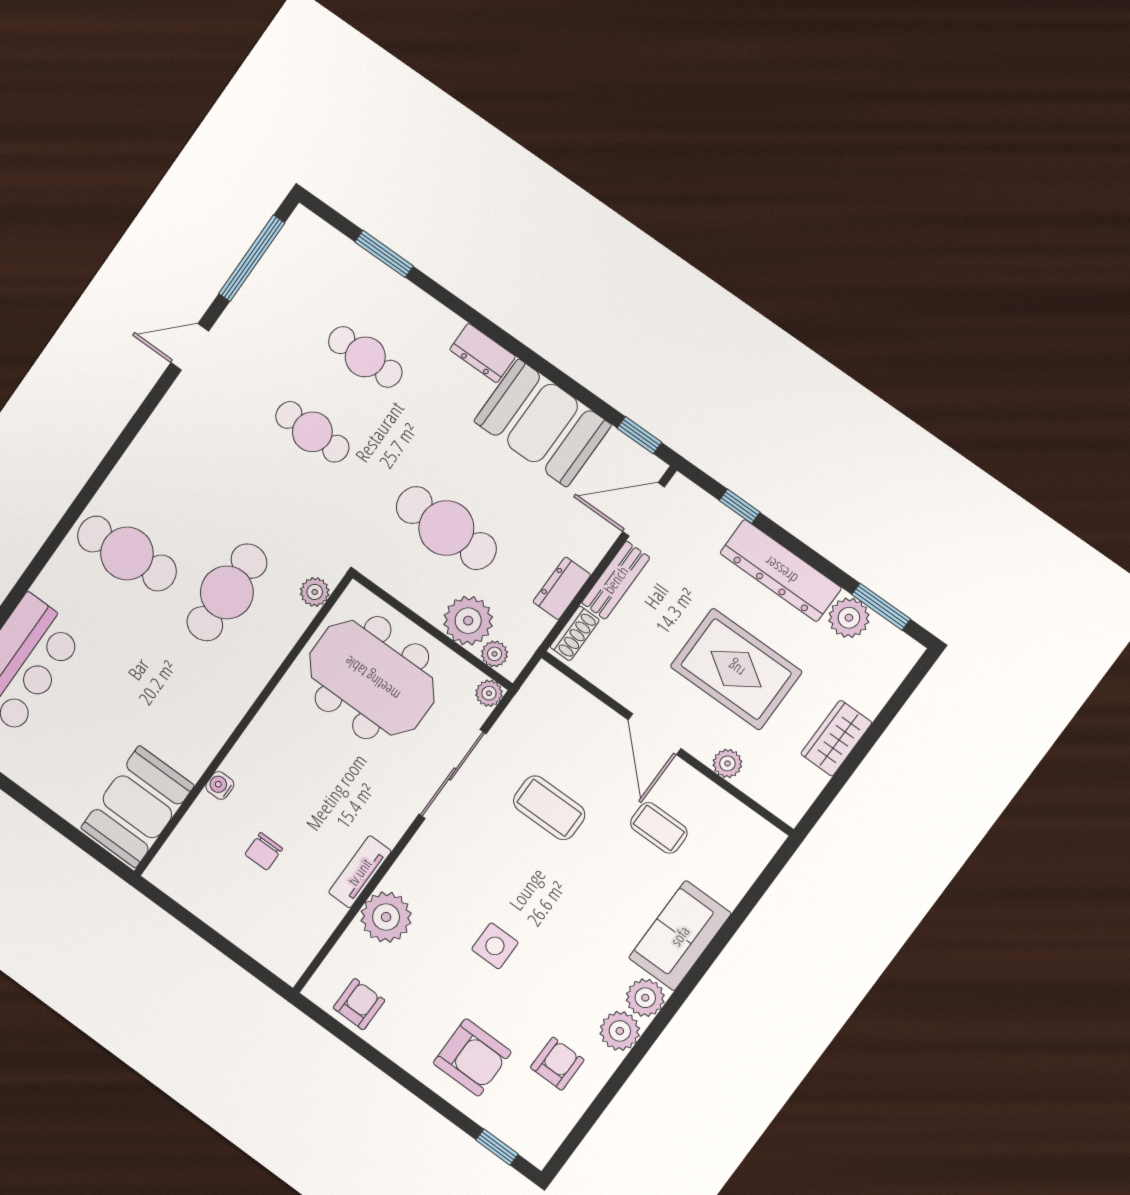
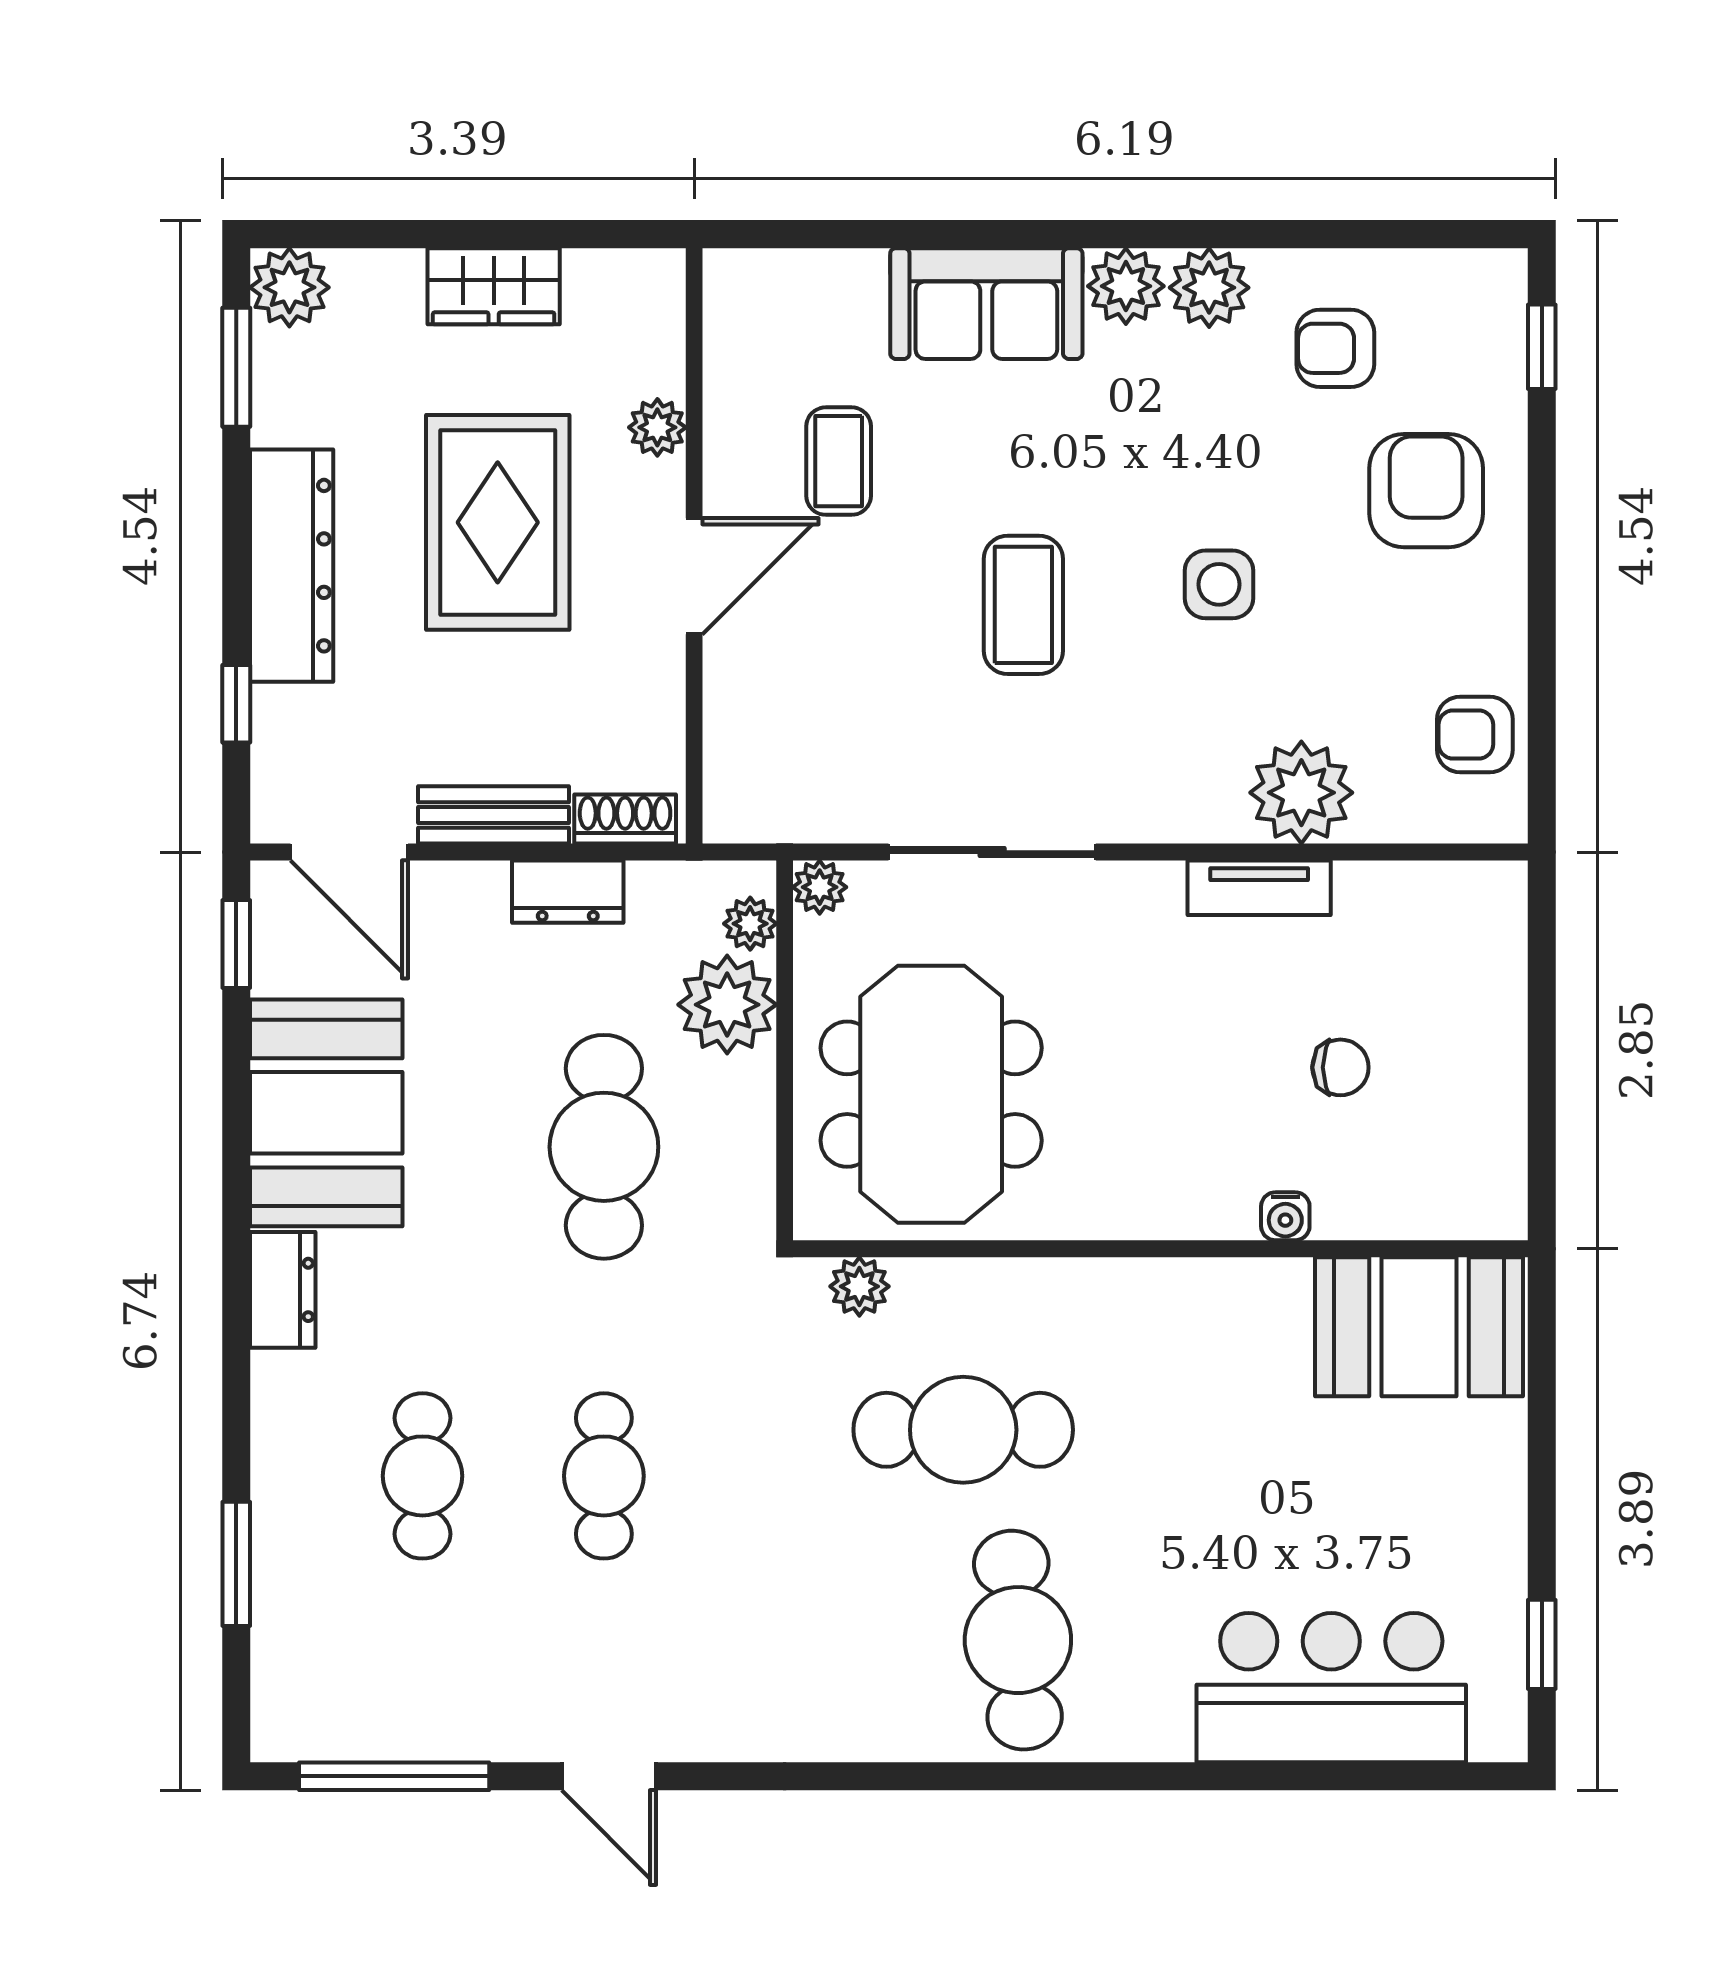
plant: (849, 618) -> (289, 287), moved
coffee table: (549, 808) -> (1023, 605), moved

